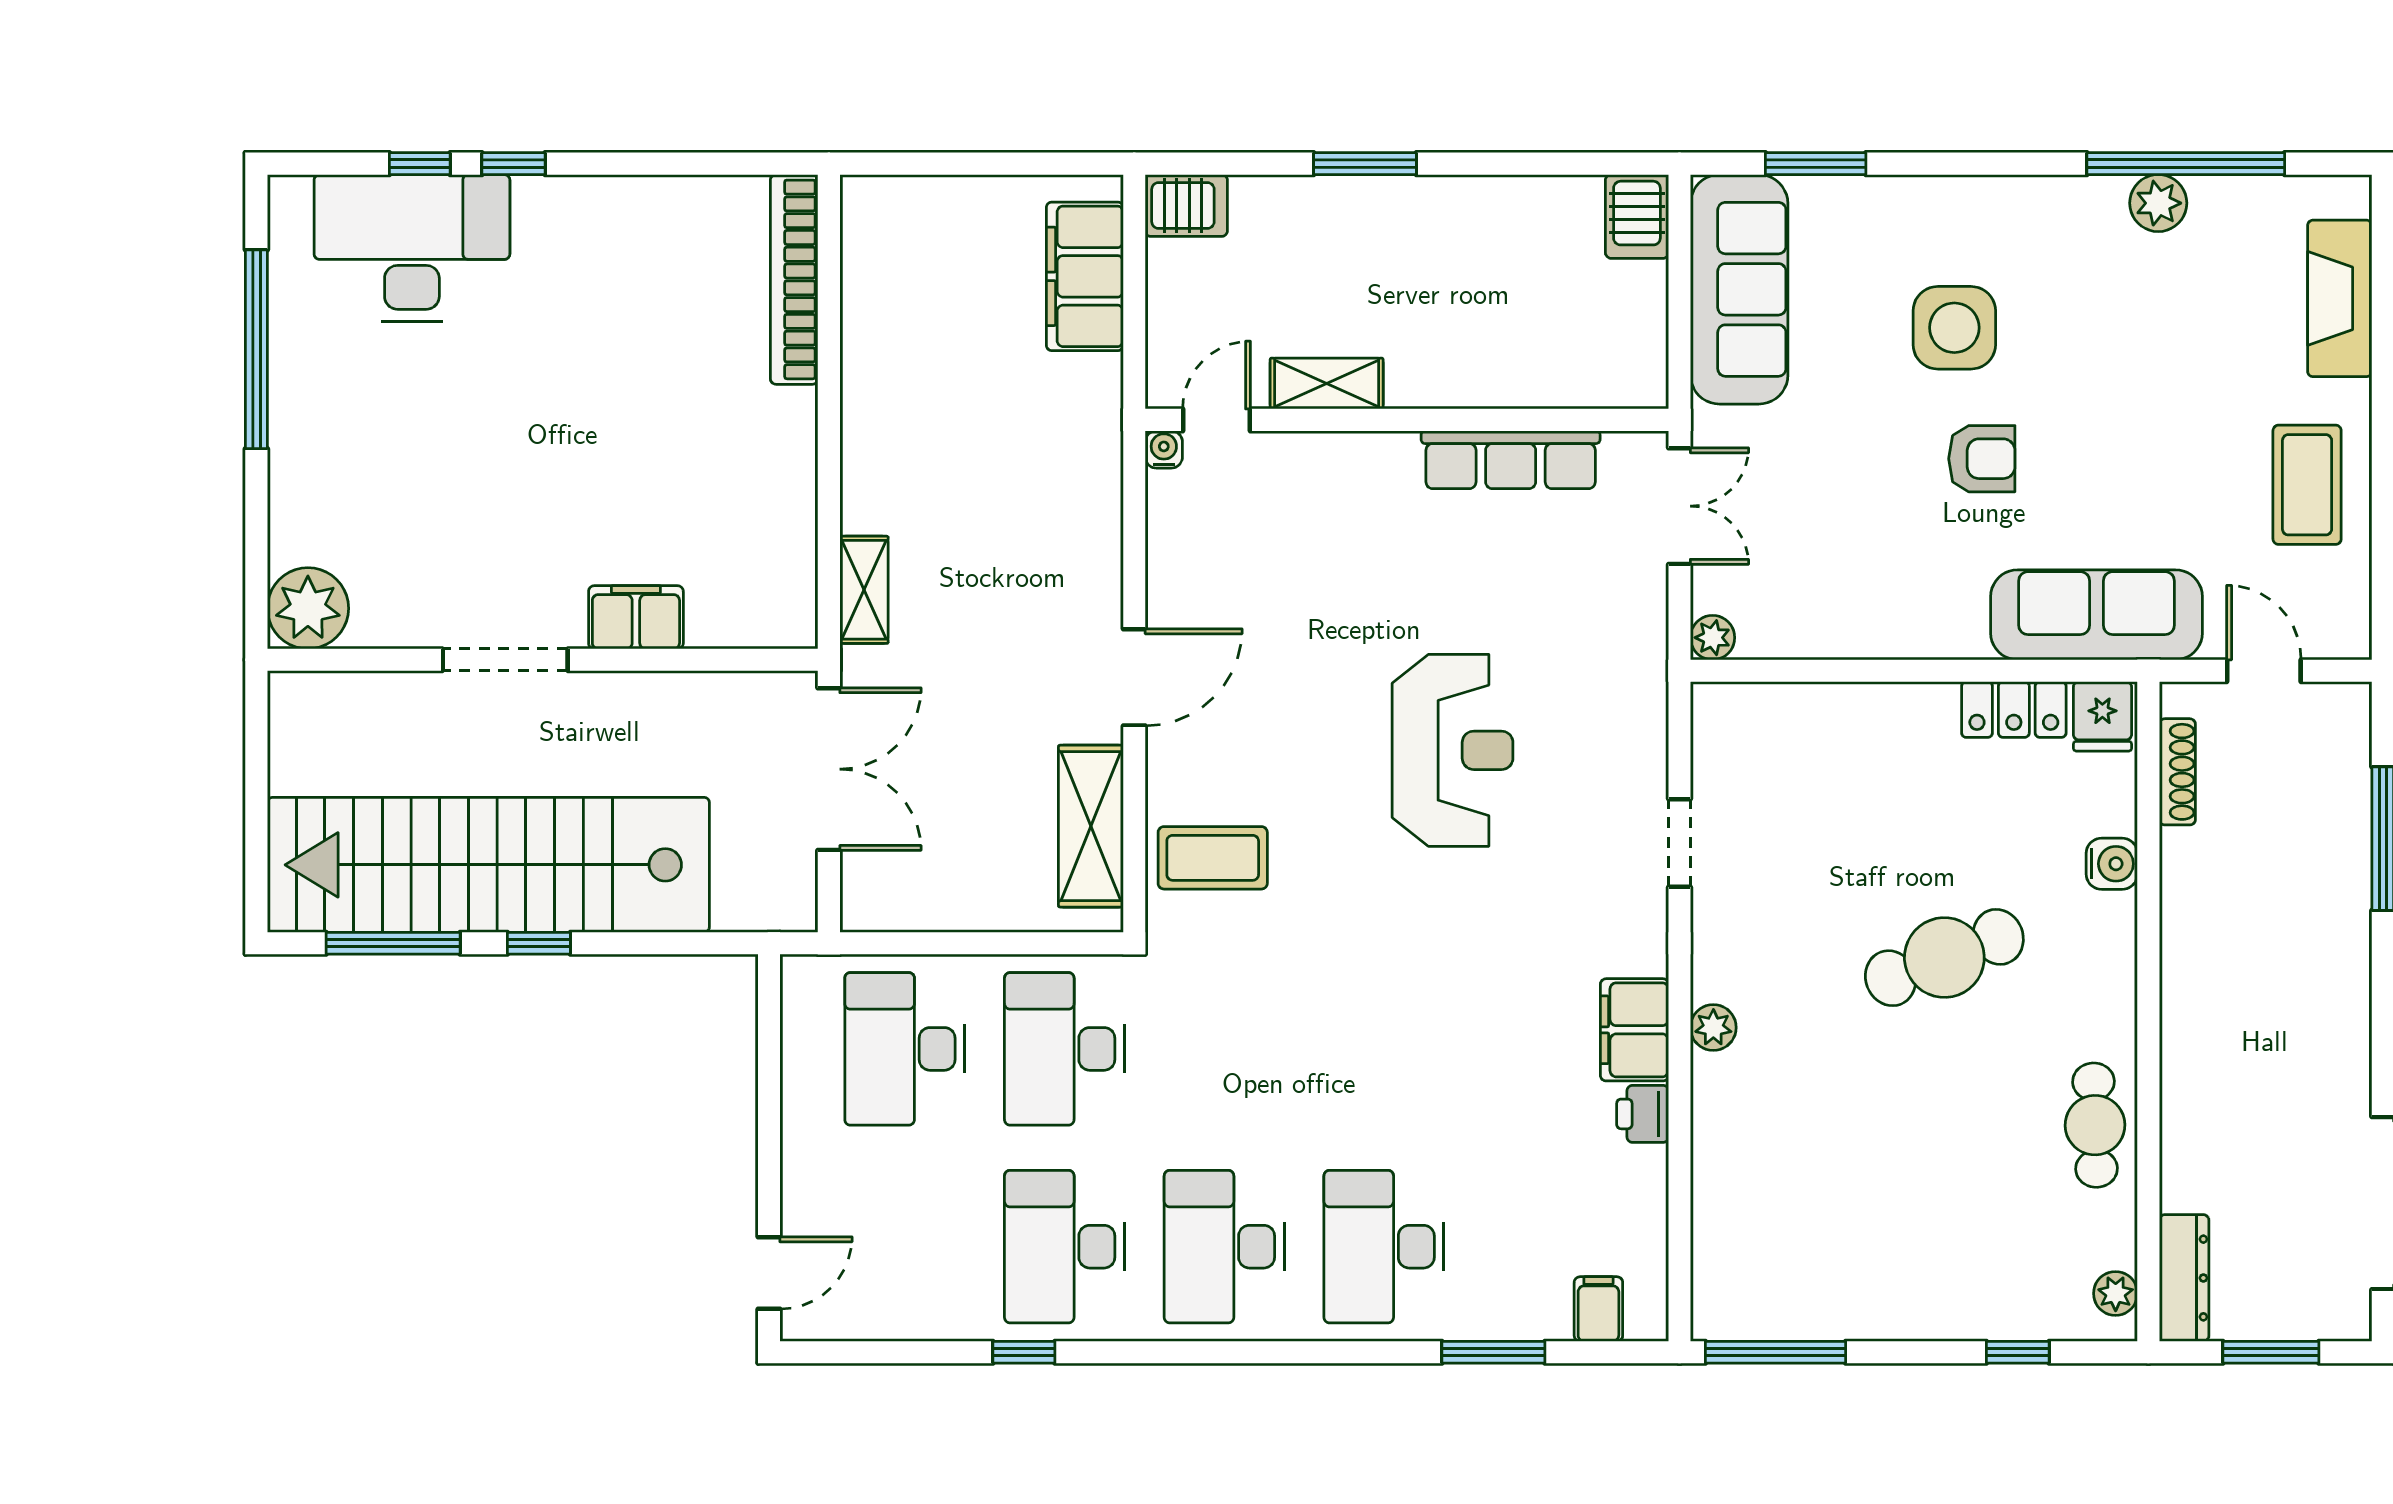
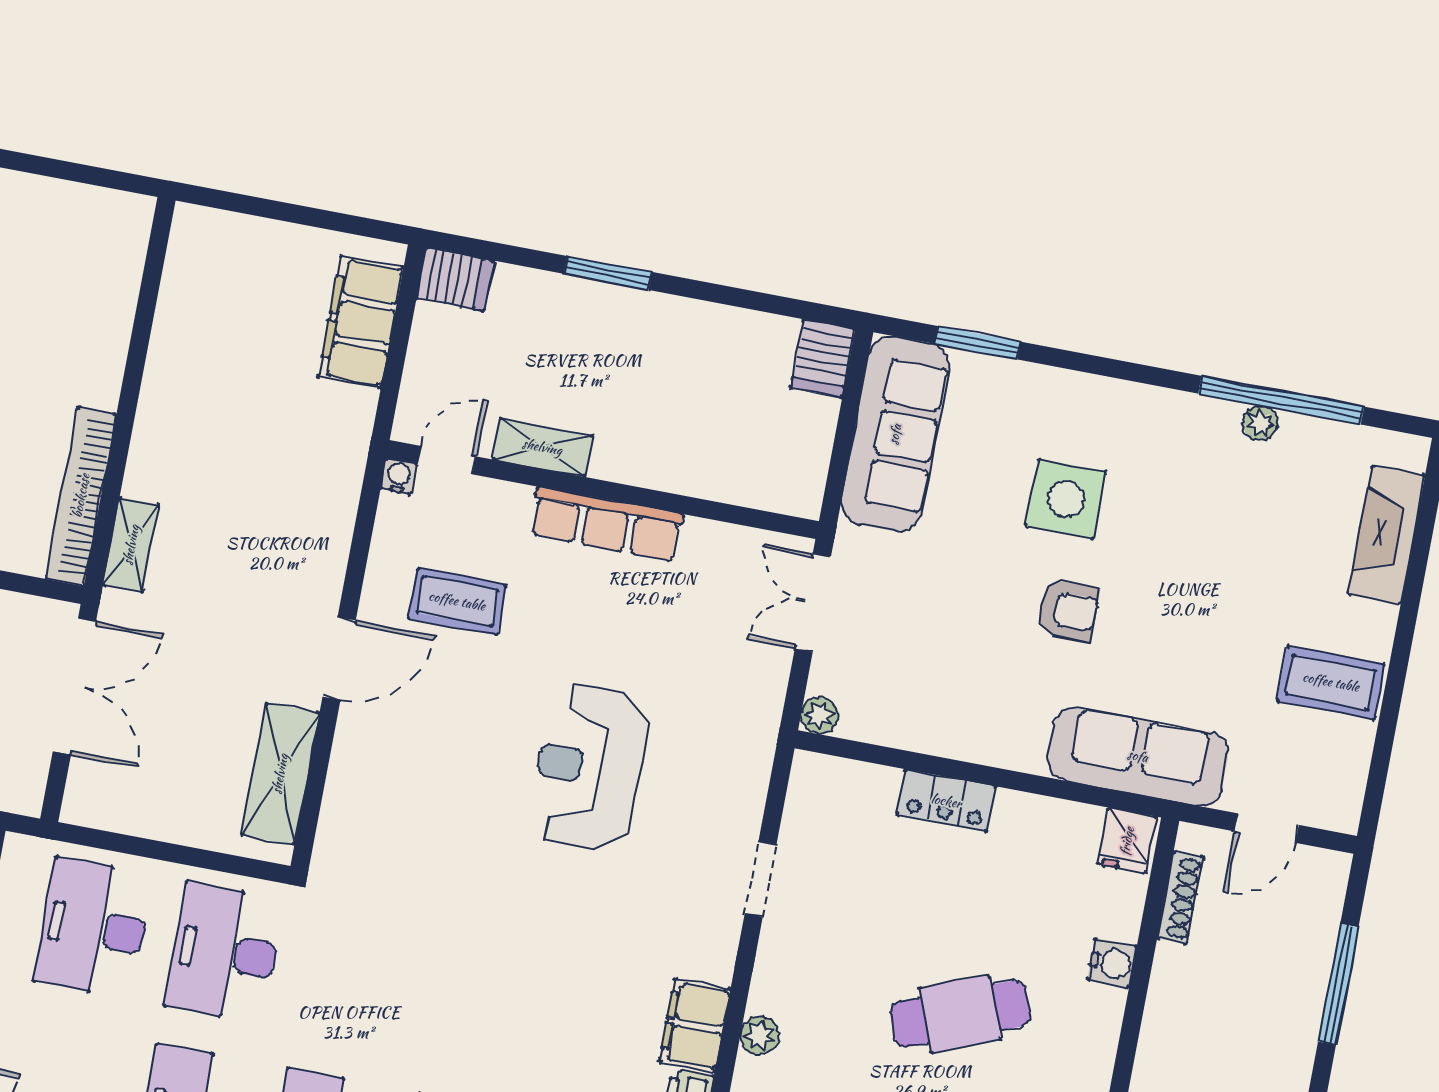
plant: (2158, 203) -> (1260, 423), width x0.73, depth x0.73
bookcase: (794, 279) -> (81, 496), moved
row of seats: (1511, 460) -> (606, 524), moved
coffee table: (2307, 485) -> (1331, 682), turned 90
double door: (1679, 506) -> (813, 603), swing flipped
door: (2264, 671) -> (1267, 828), swing flipped
locker: (2014, 709) -> (946, 801), moved
reception desk: (1453, 750) -> (589, 768), turned 180
coffee table: (1213, 858) -> (457, 601), moved

